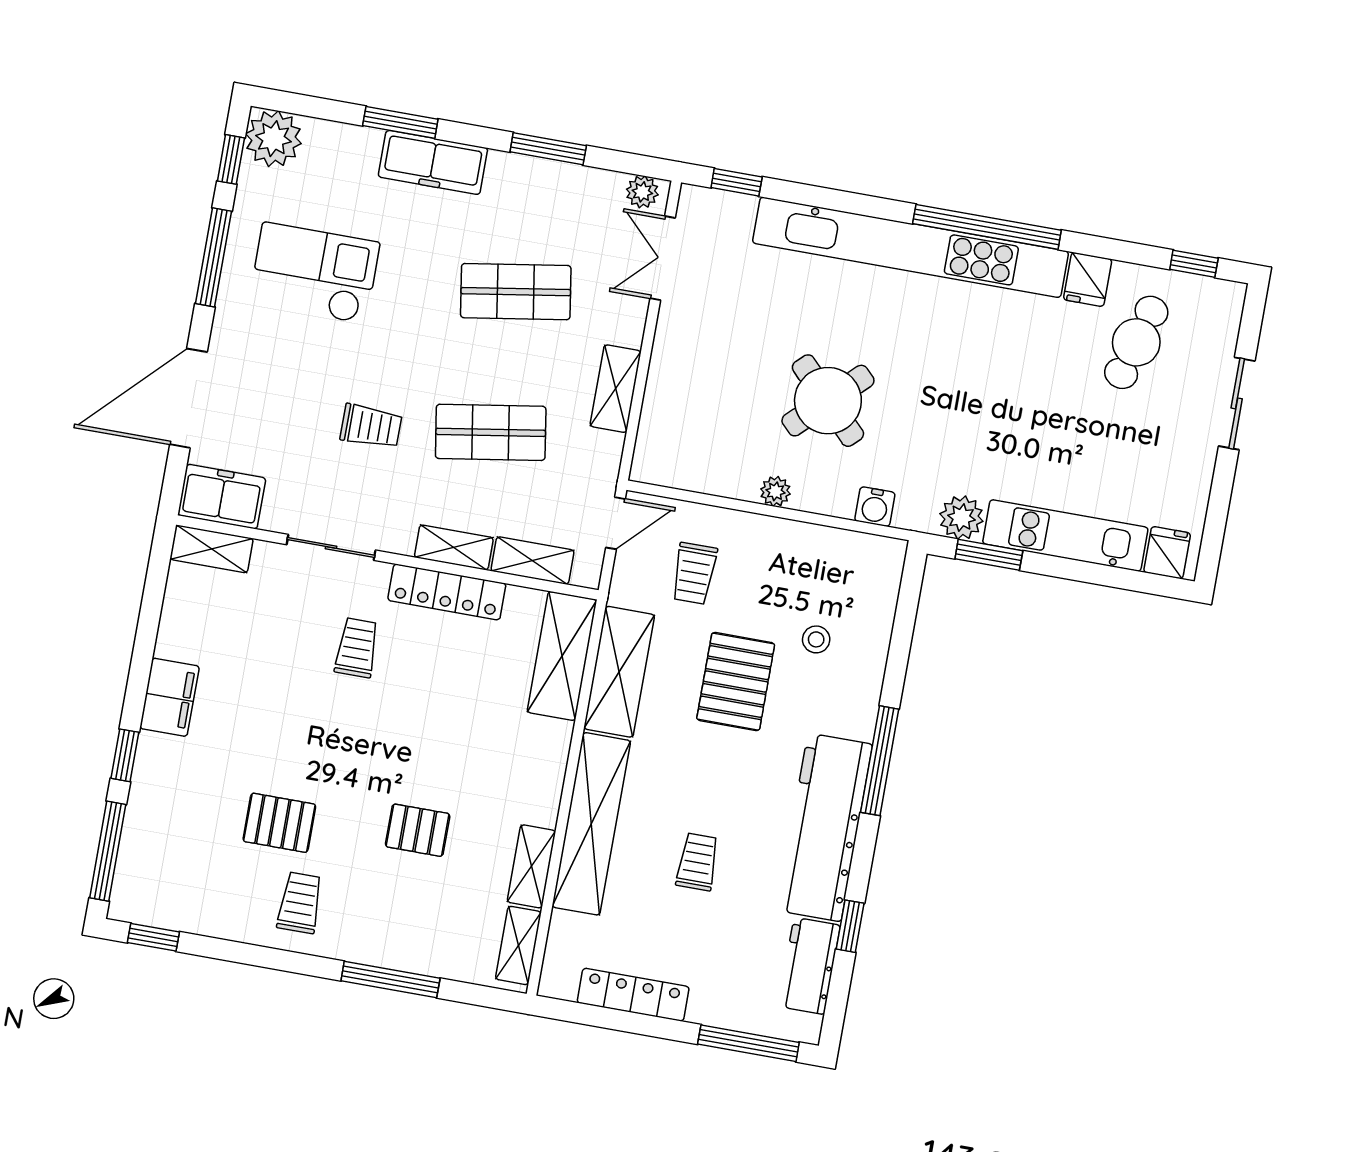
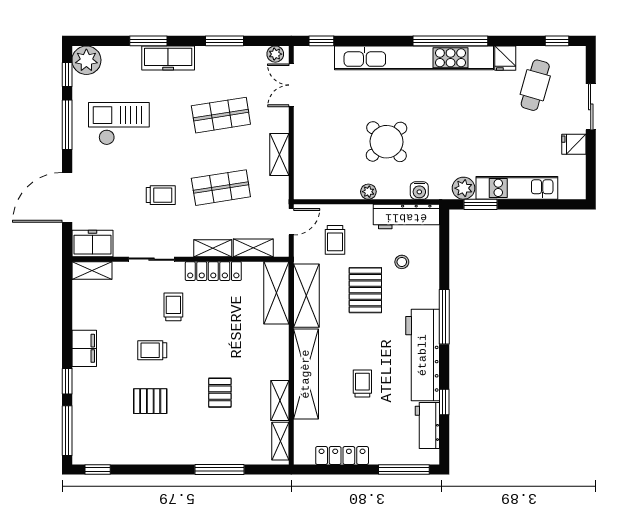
workbench: (841, 553) -> (406, 217), added
fridge: (1167, 553) -> (574, 144), moved, turned -90
pallet: (418, 830) -> (220, 393), turned 90
trolley: (300, 903) -> (152, 350), moved, turned -90

